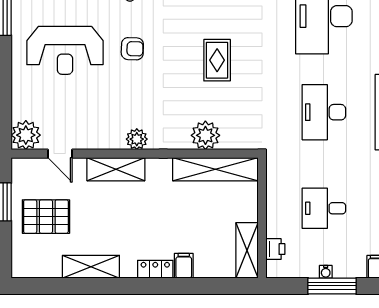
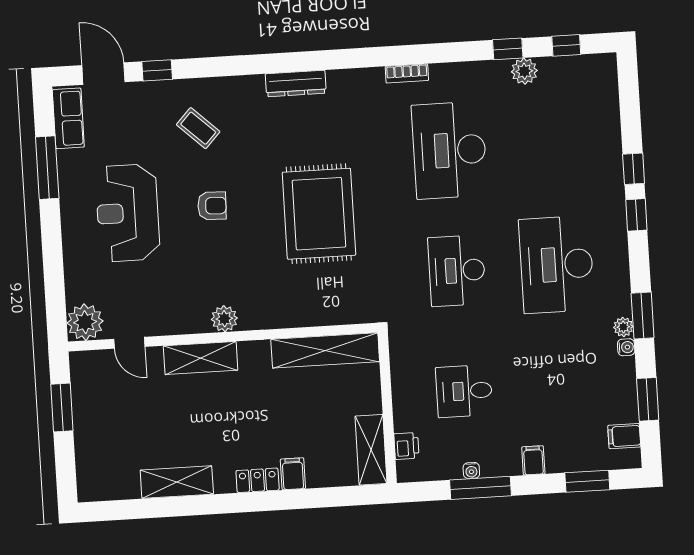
reception desk: (65, 50) -> (128, 213), turned 90
rug: (217, 60) -> (319, 214), width x1.86, depth x2.06
plant: (205, 135) -> (310, 309), removed
pallet: (46, 217) -> (116, 423), removed

